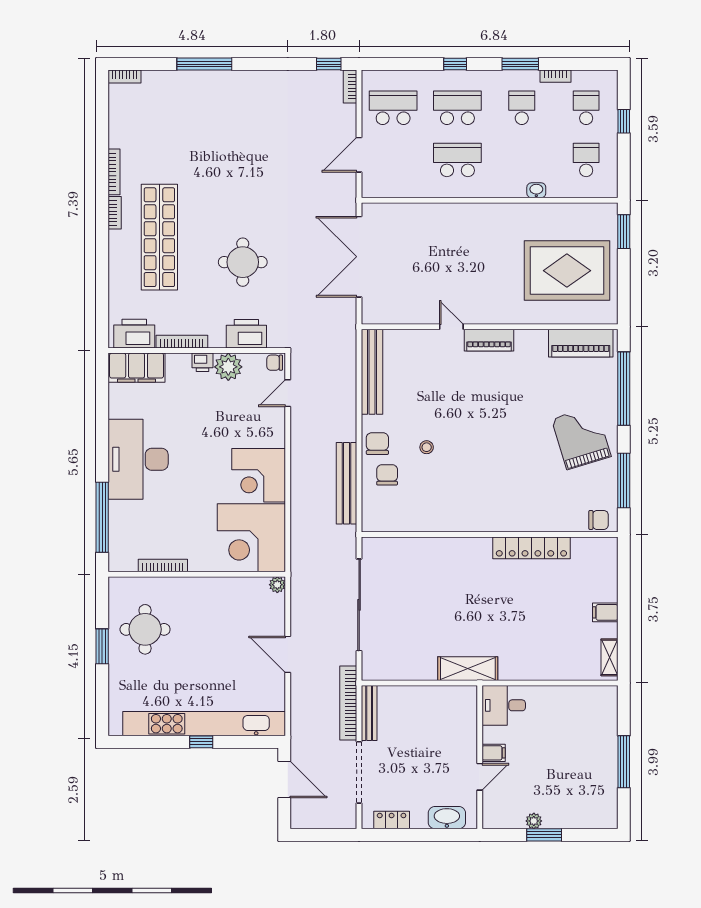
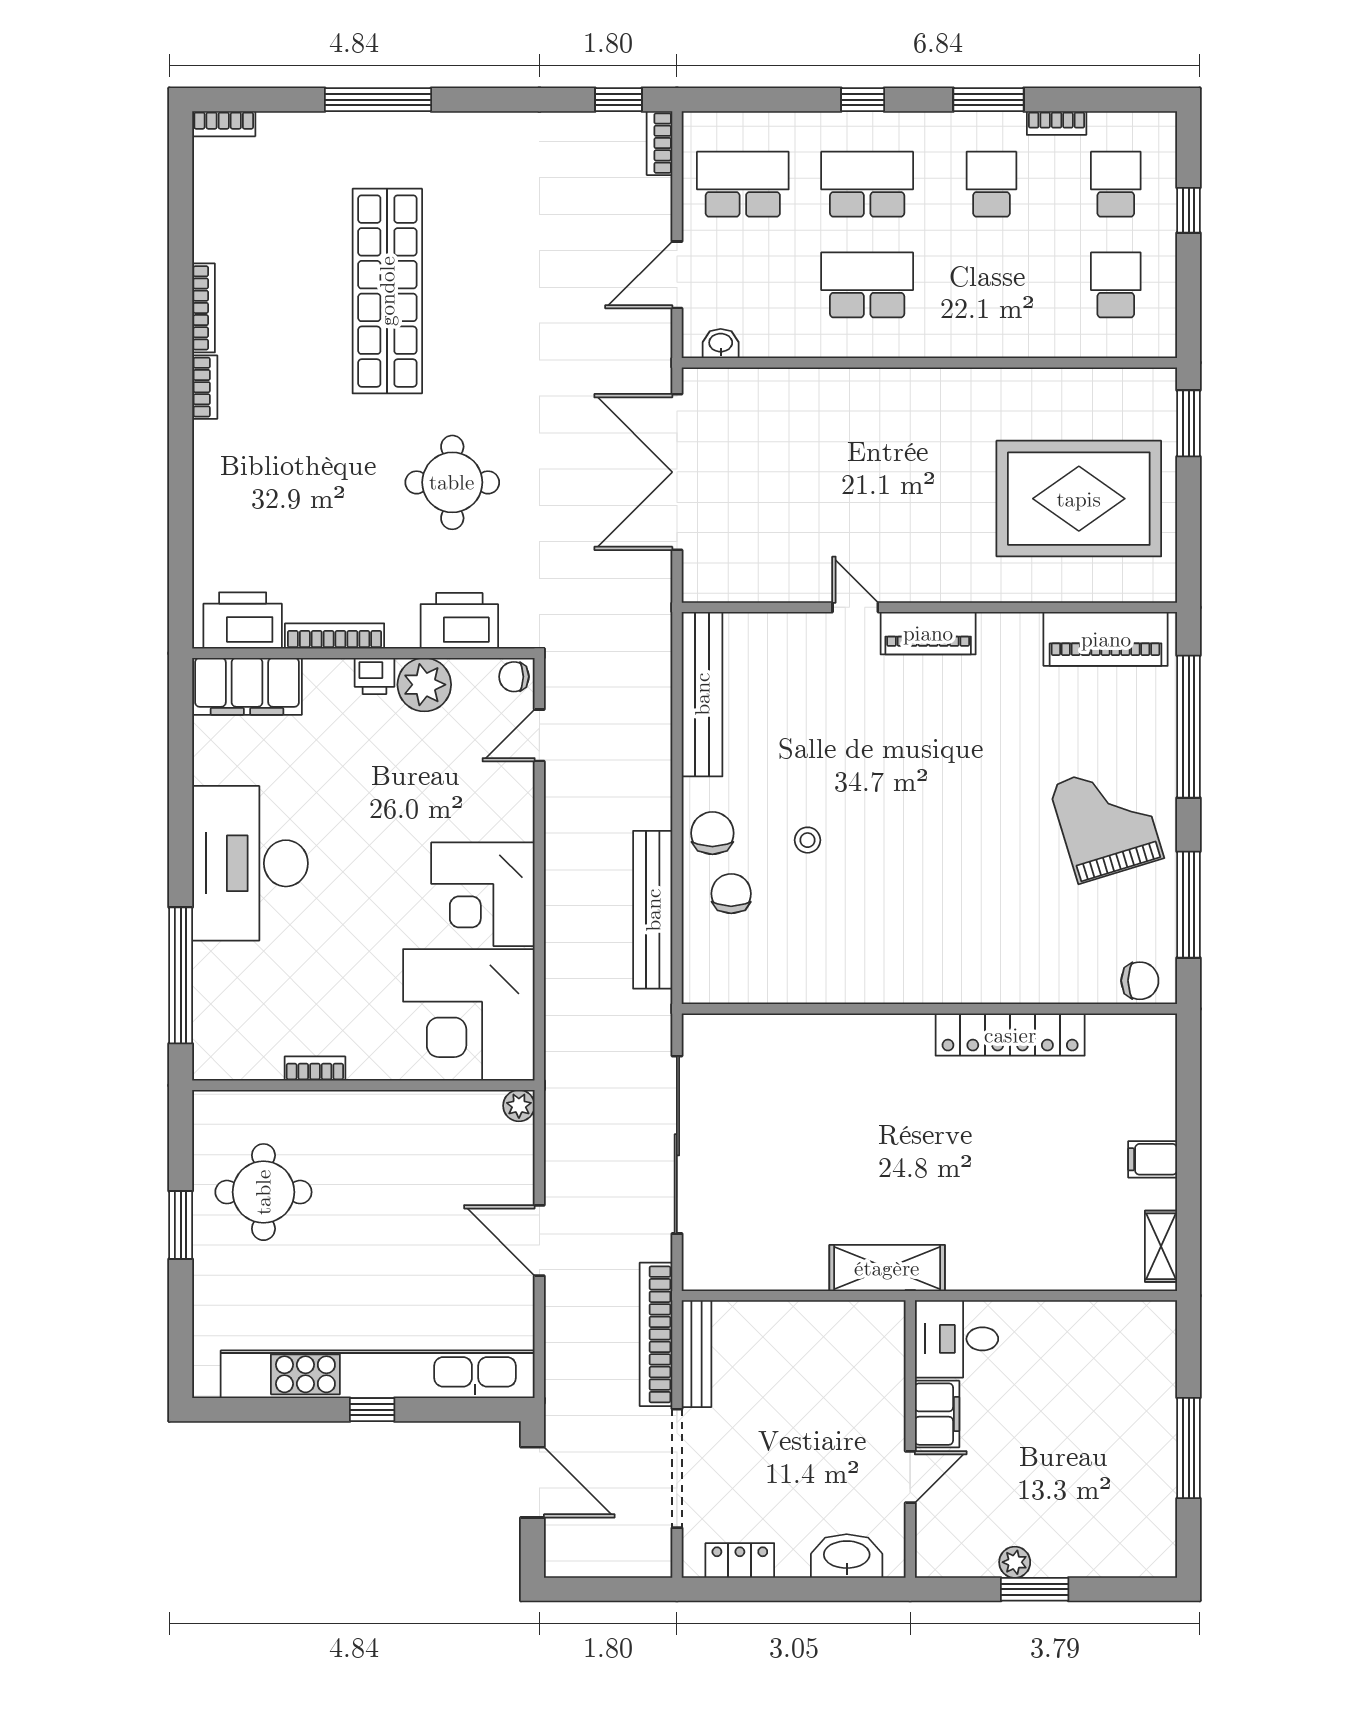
washbasin: (536, 190) -> (721, 343), moved
shop shelf: (159, 237) -> (387, 291), moved
bookcase: (163, 565) -> (315, 1069), width x0.64
filing cabinet: (494, 753) -> (937, 1414), width x2.00

